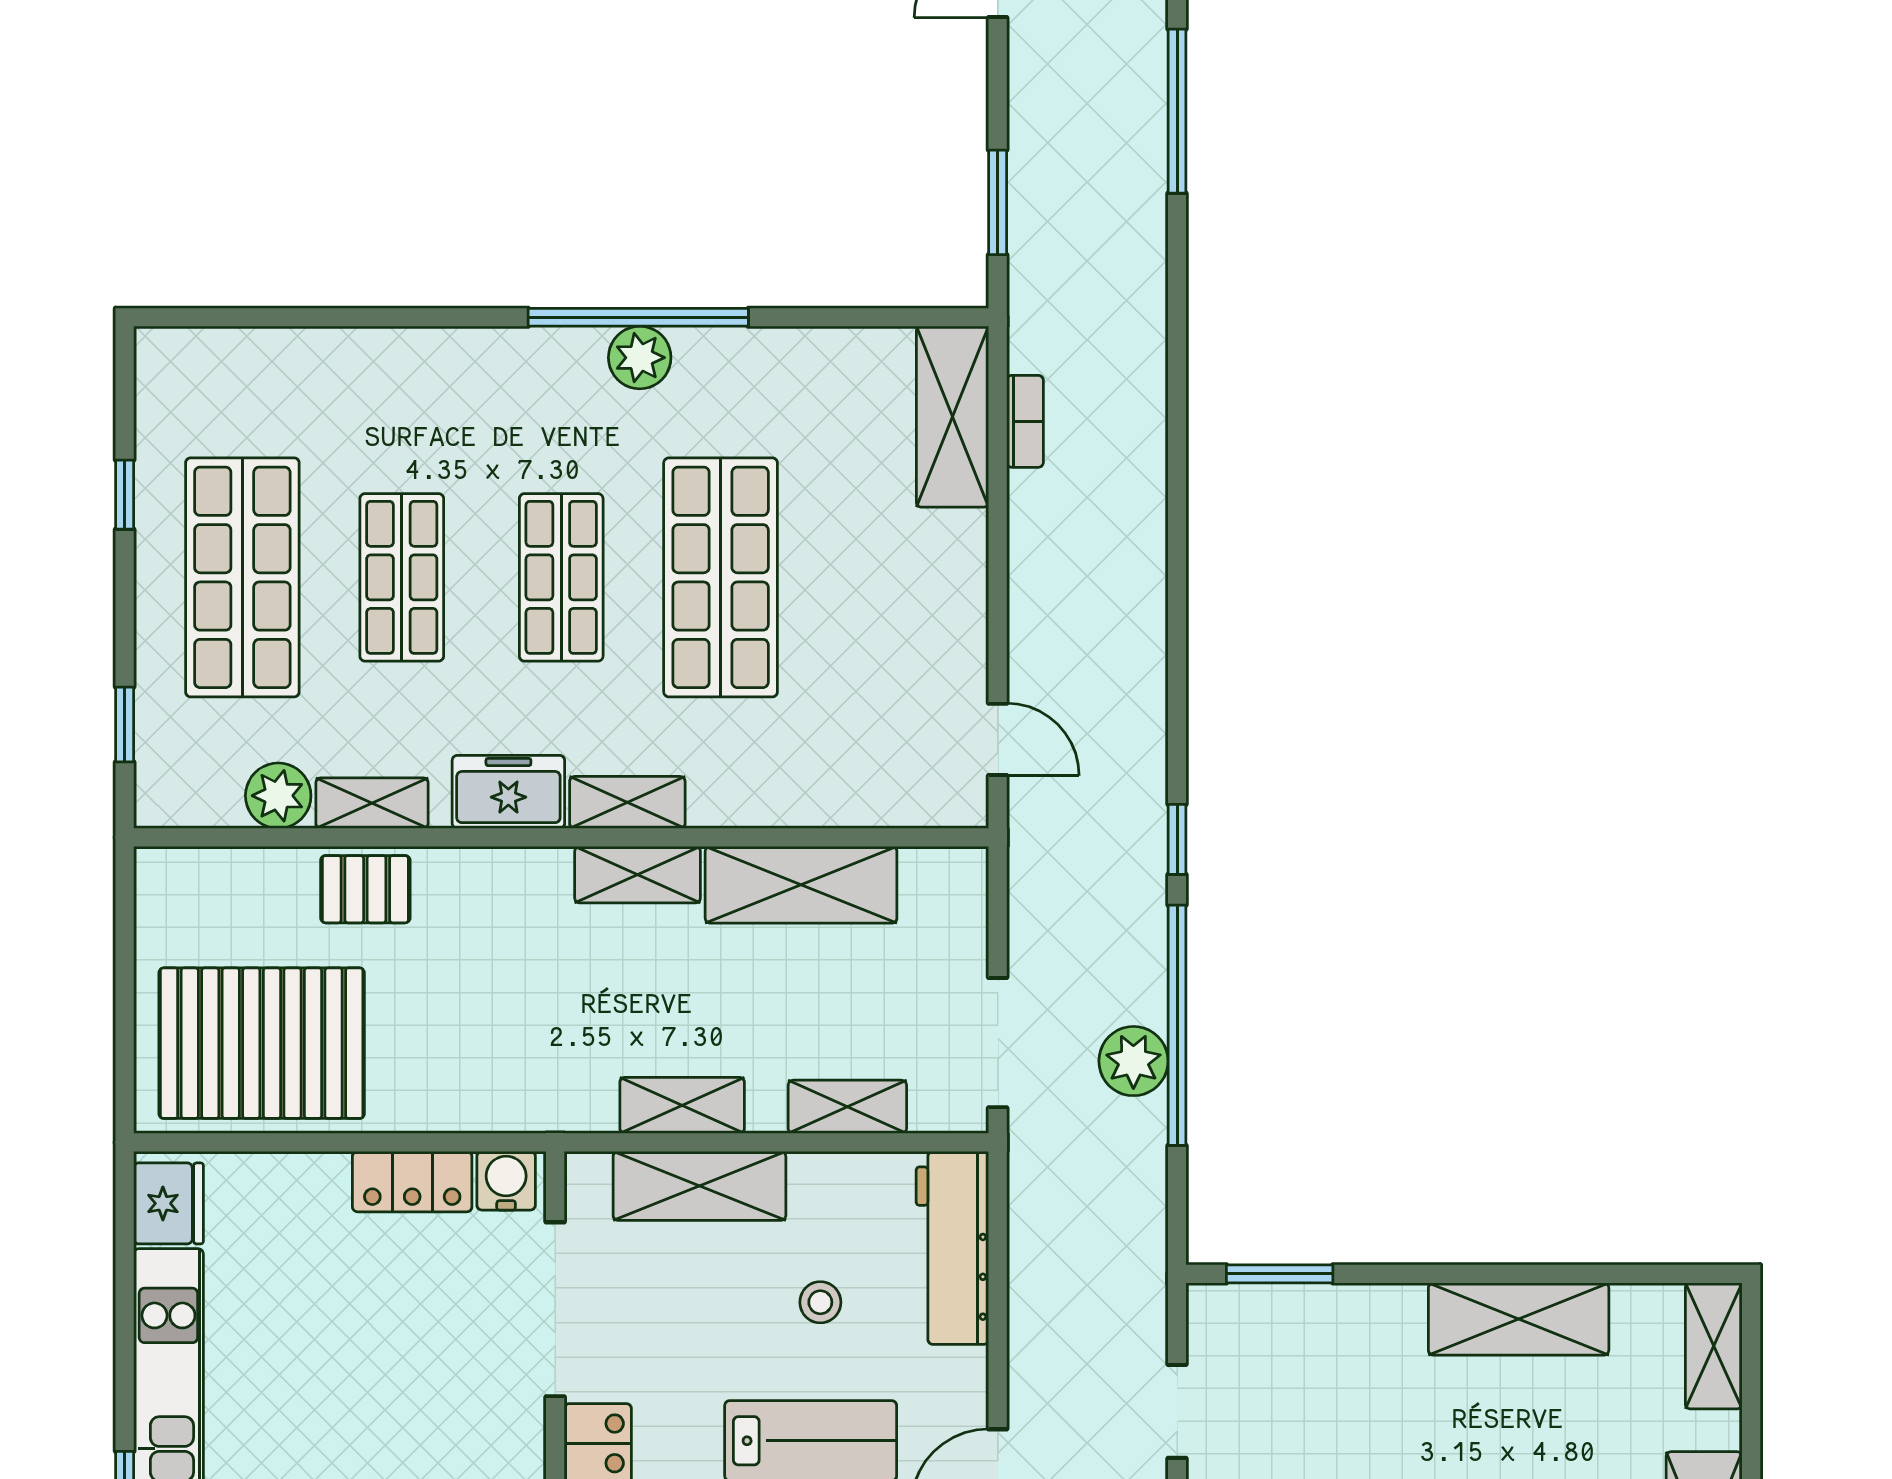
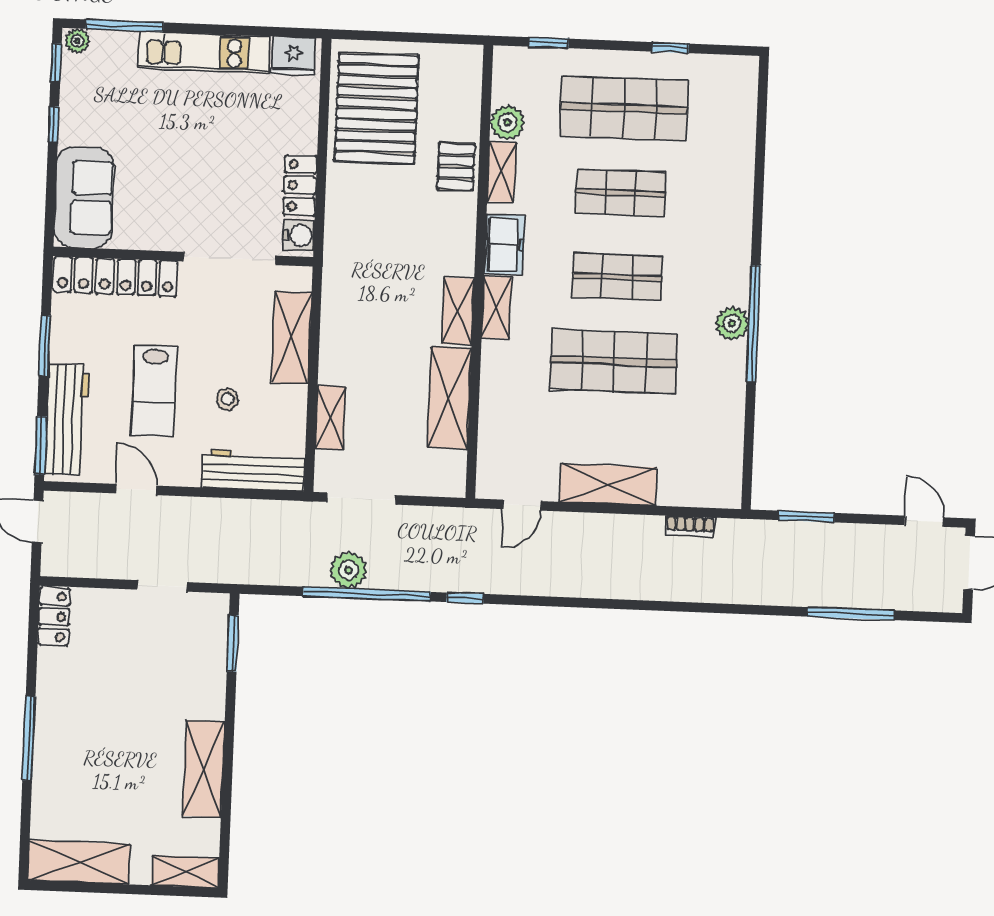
shelving: (952, 417) -> (608, 485), moved
shelving: (682, 1105) -> (335, 330), removed

